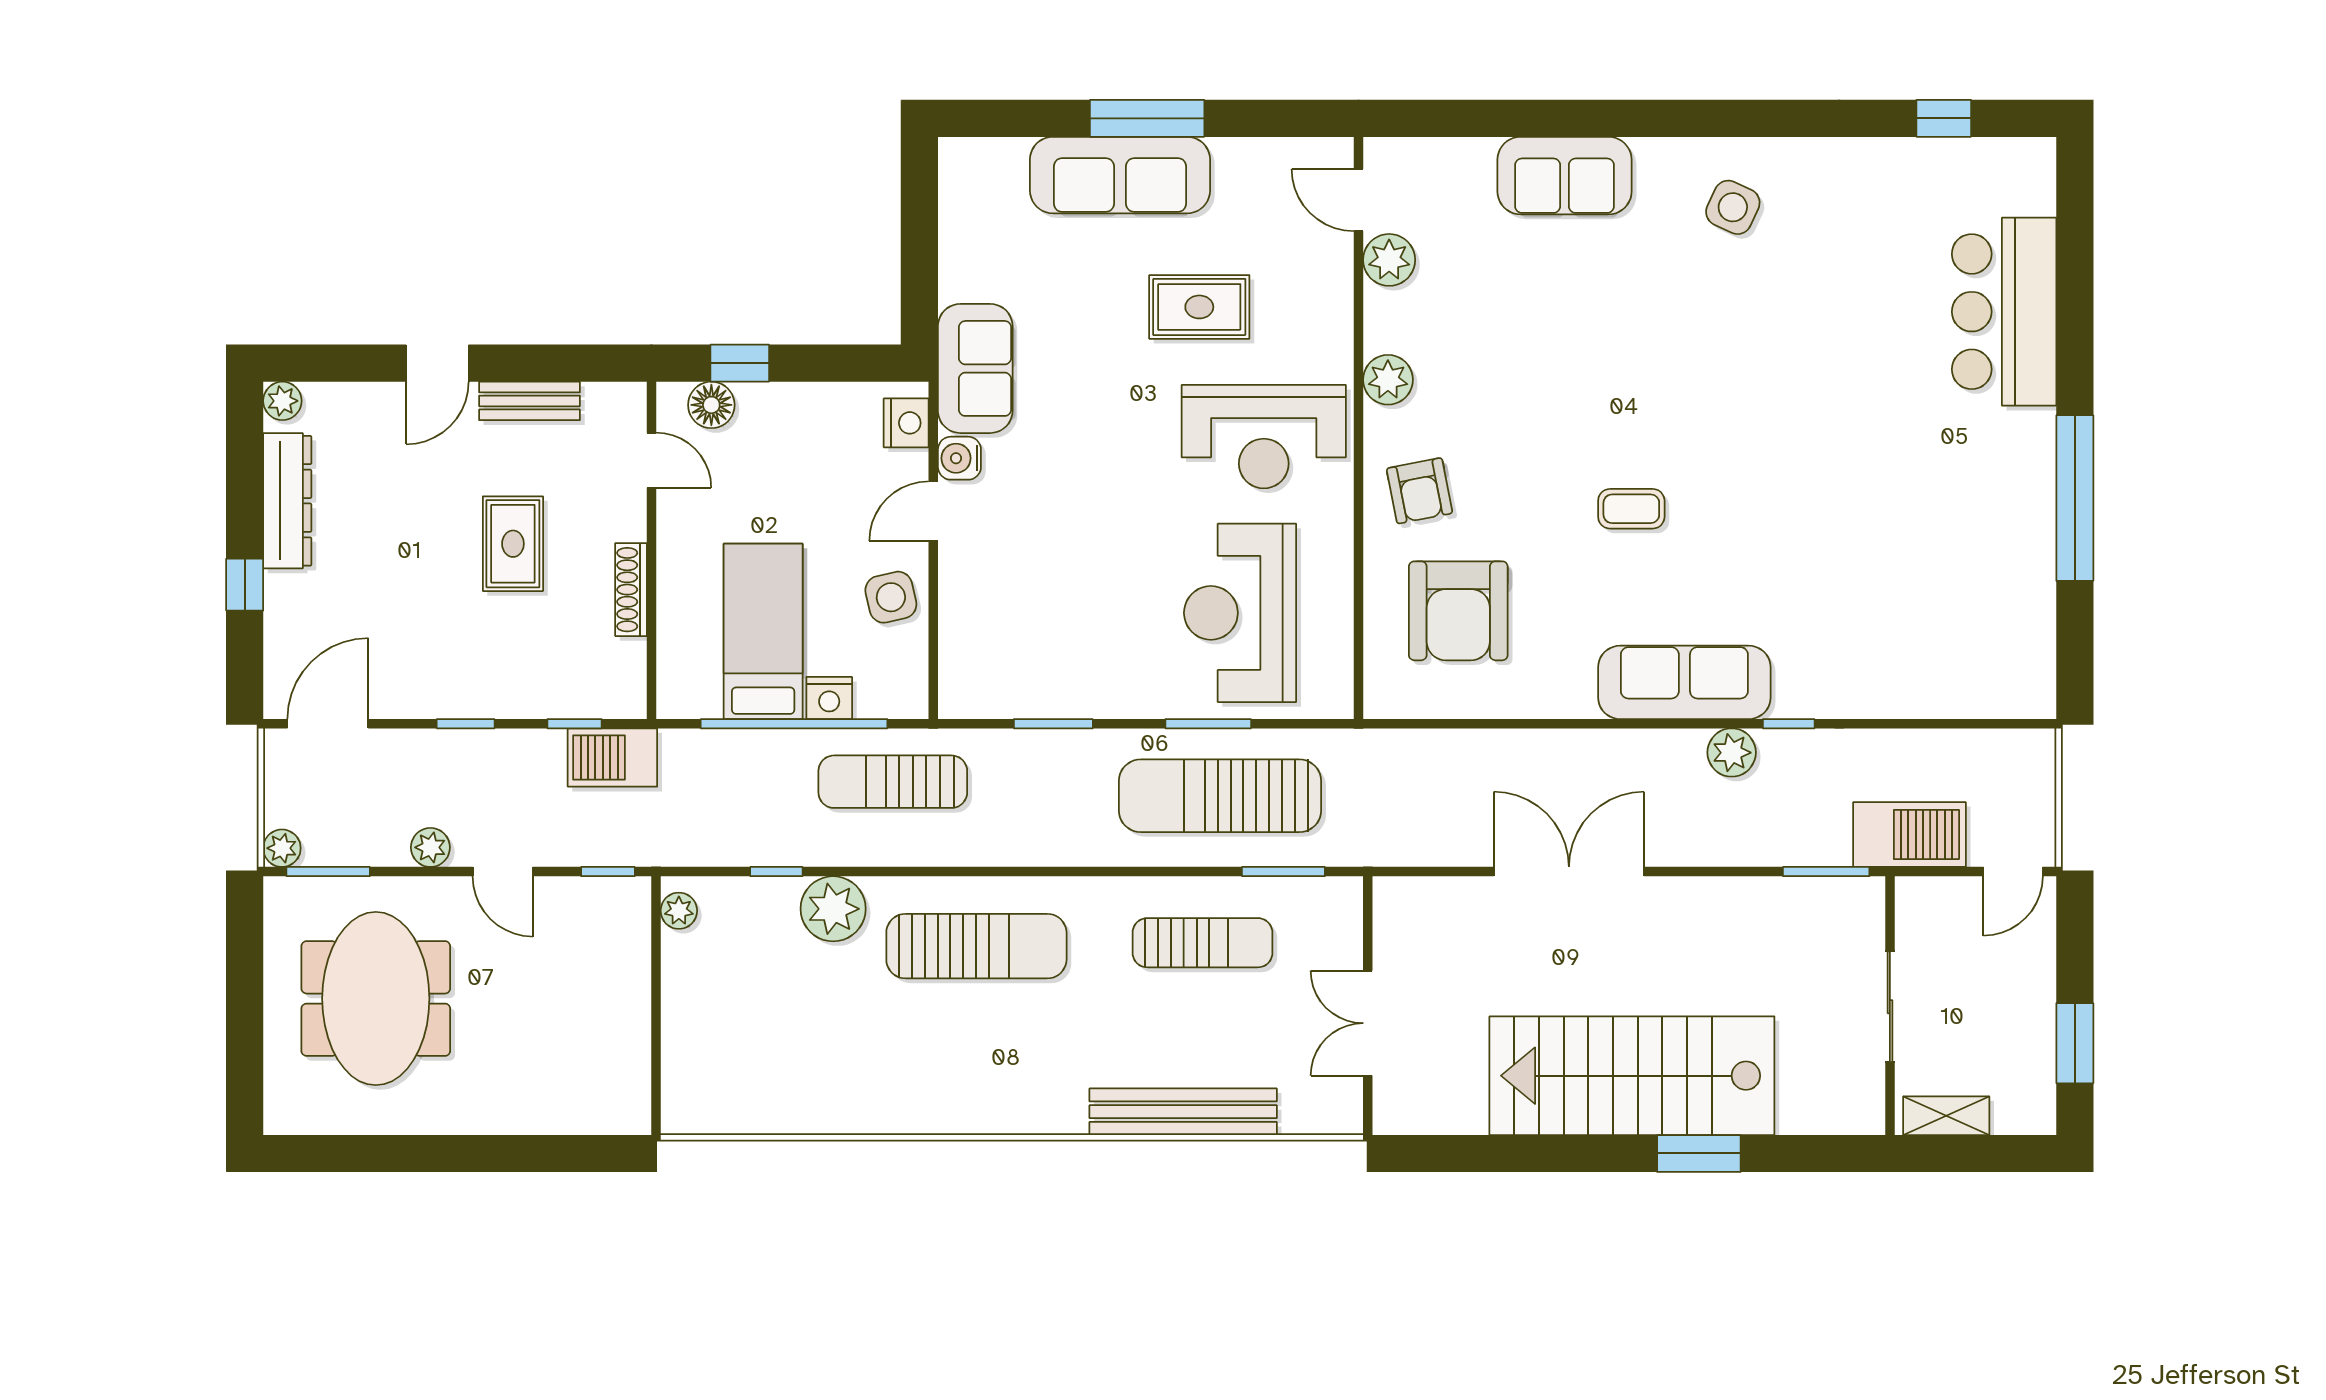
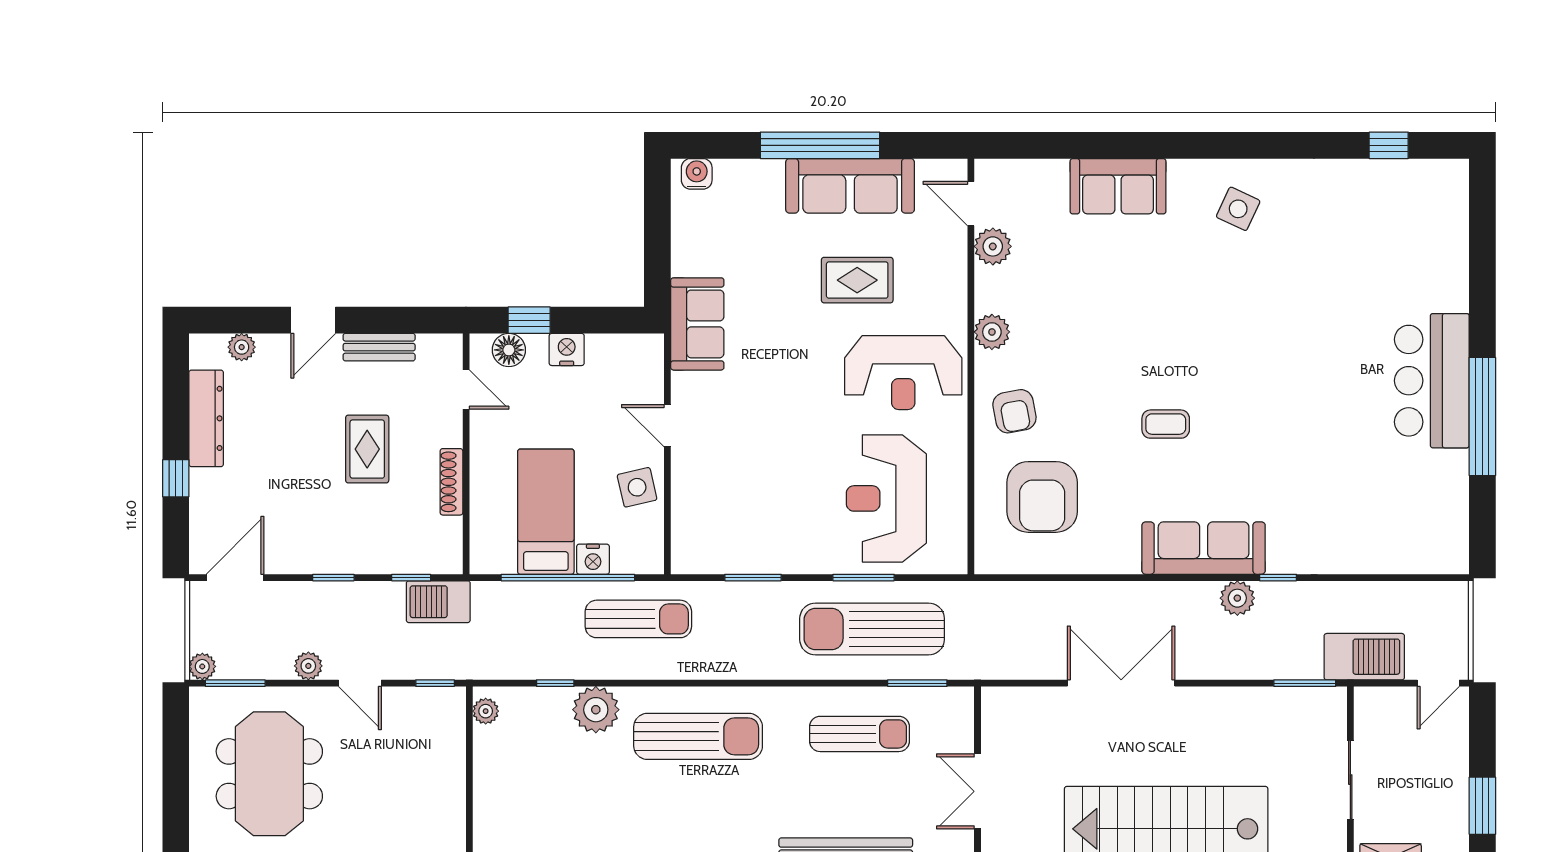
window: (1147, 118) -> (820, 145), width x1.46
sofa: (1120, 175) -> (850, 186), moved
bar counter: (2004, 312) -> (1432, 381), moved
plant: (282, 401) -> (242, 347), moved
nightstand: (906, 423) -> (567, 349), moved, turned -90
water cooler: (959, 458) -> (697, 174), moved, turned 90
door: (933, 511) -> (667, 426), hinge flipped
sun lounger: (893, 782) -> (638, 619), turned 180

